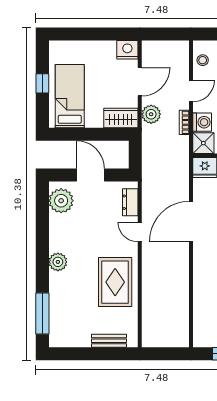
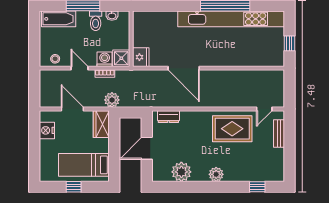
nightstand: (127, 50) -> (47, 130), moved
plant: (151, 114) -> (112, 100), moved
plant: (61, 201) -> (181, 172), moved
door: (140, 232) -> (264, 109), moved
window: (42, 313) -> (257, 187), width x0.46

